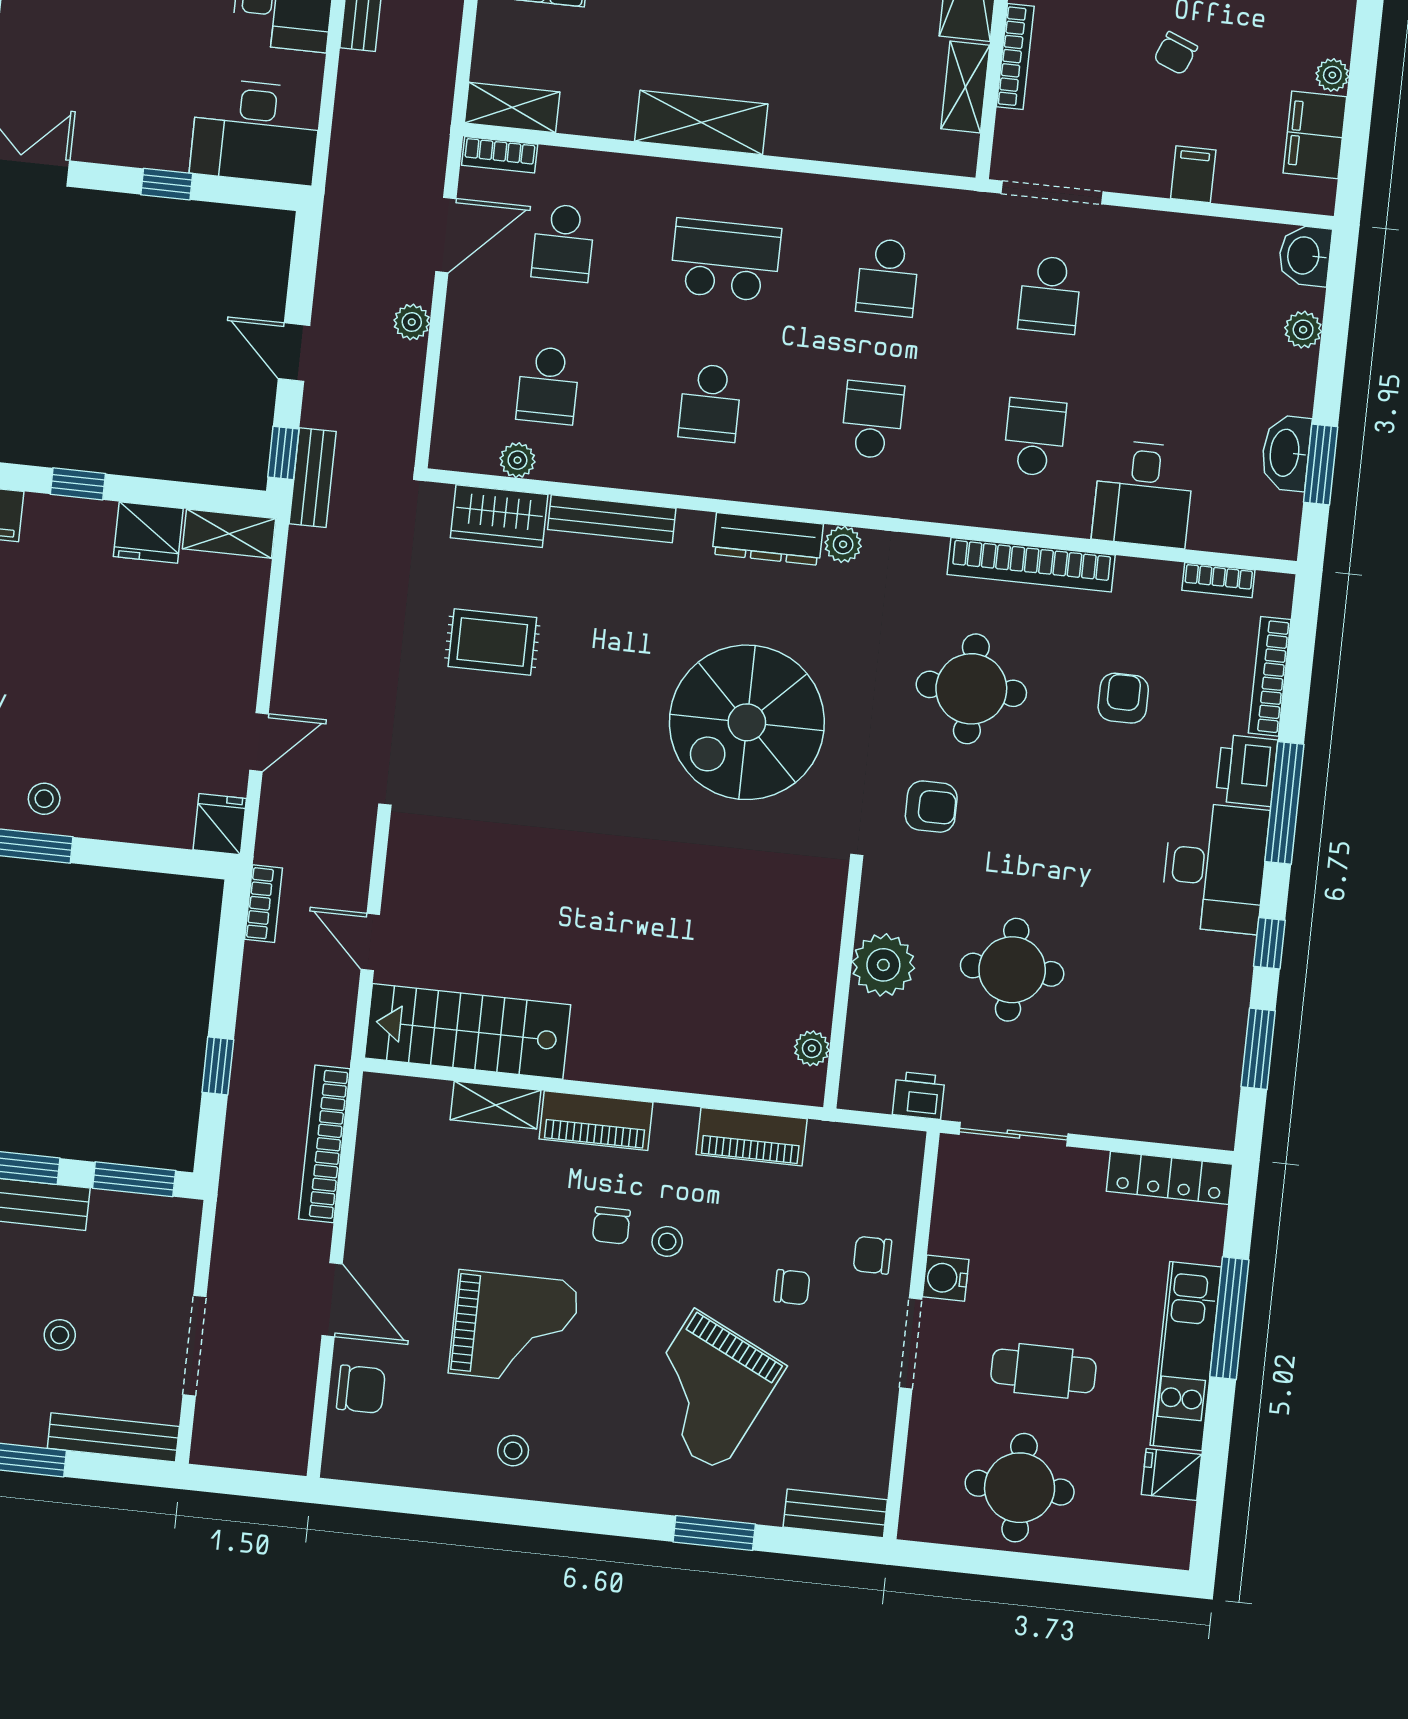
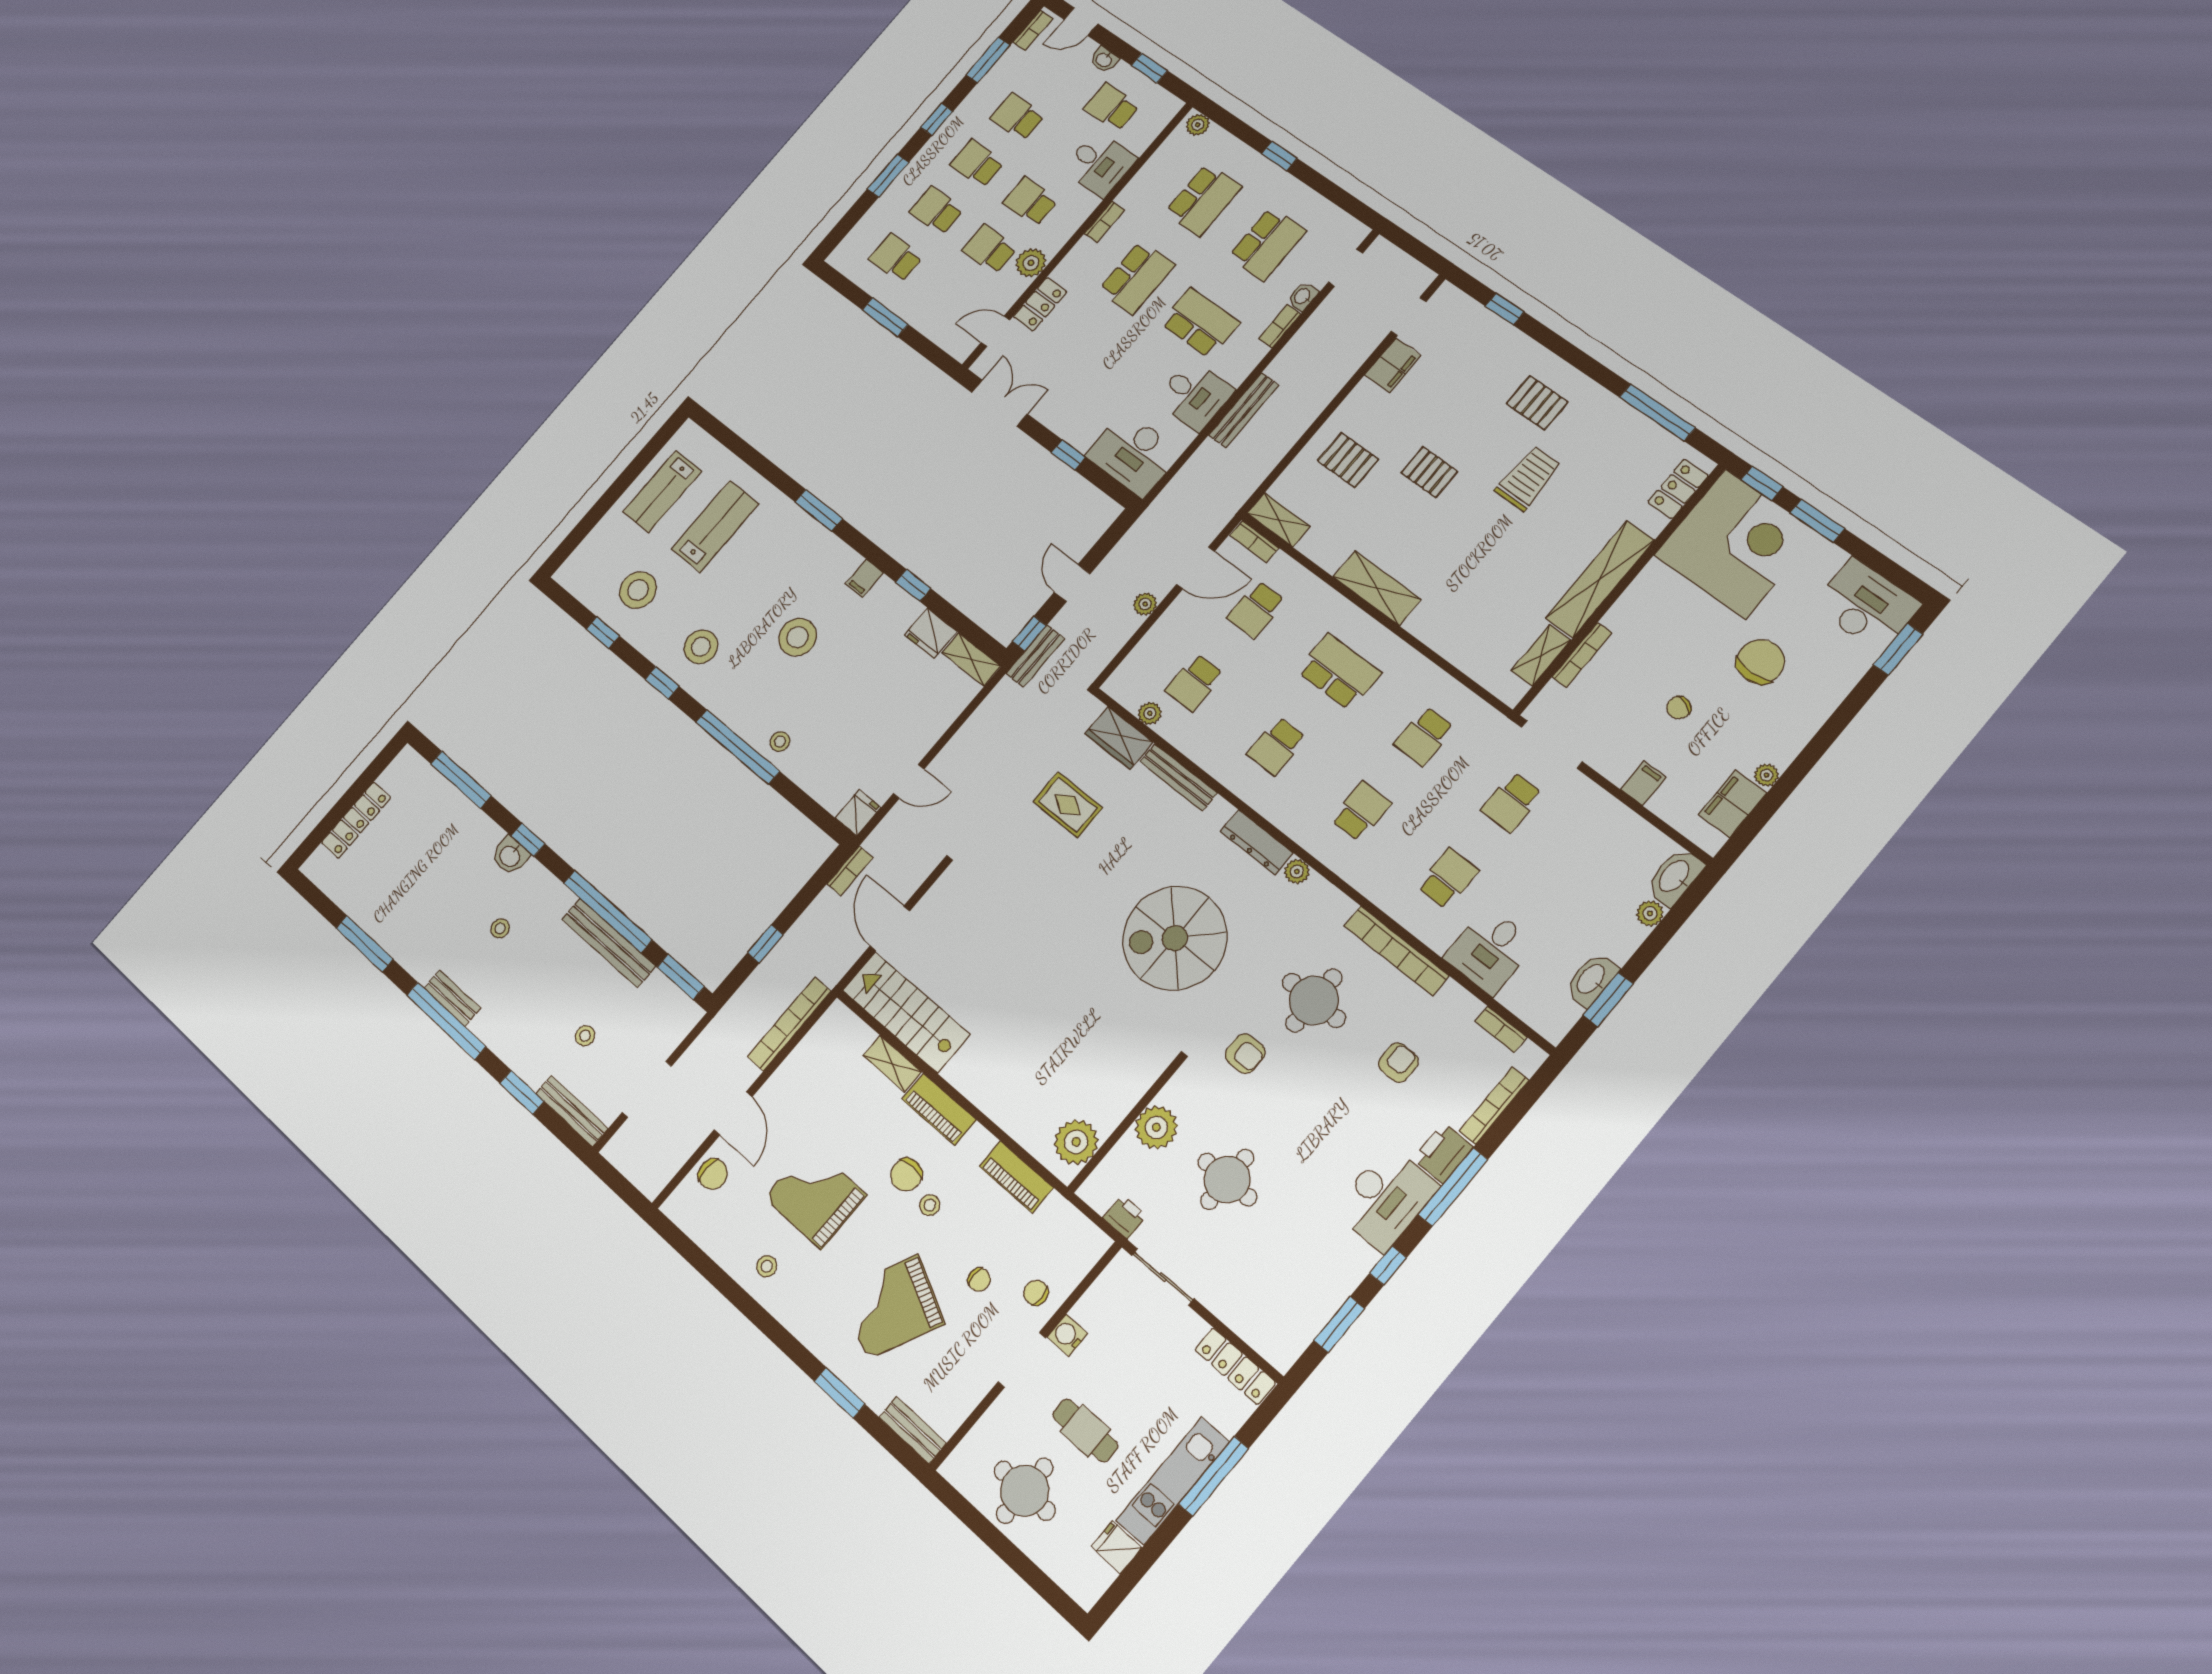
washbasin: (1305, 256) -> (1675, 877), width x1.38
door: (370, 942) -> (890, 928), width x1.38
plant: (812, 1048) -> (1076, 1142), width x1.88, depth x1.88
chair: (611, 1225) -> (906, 1175), width x1.37, depth x1.37
grand piano: (514, 1328) -> (815, 1196), turned 180

